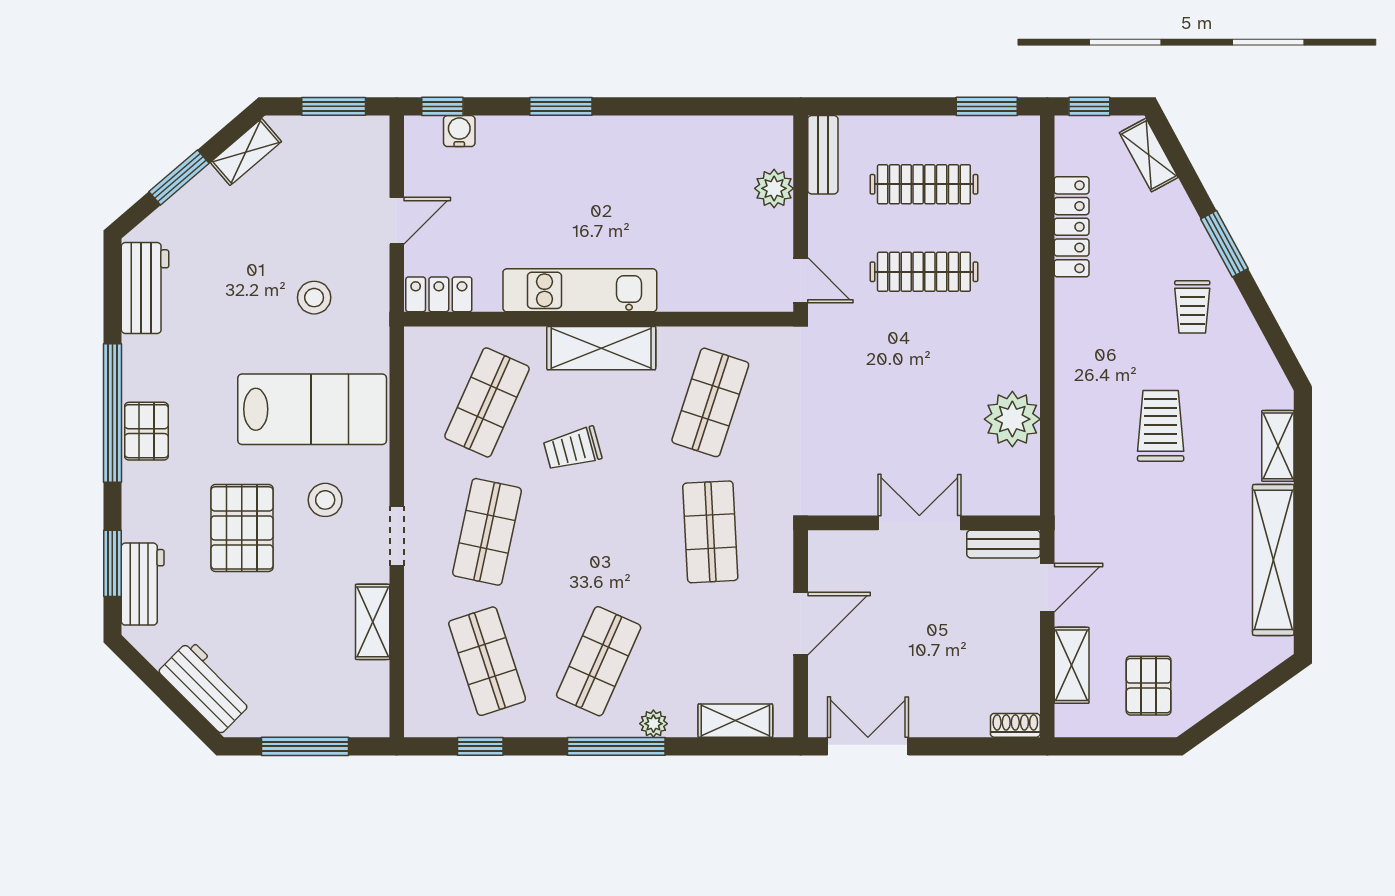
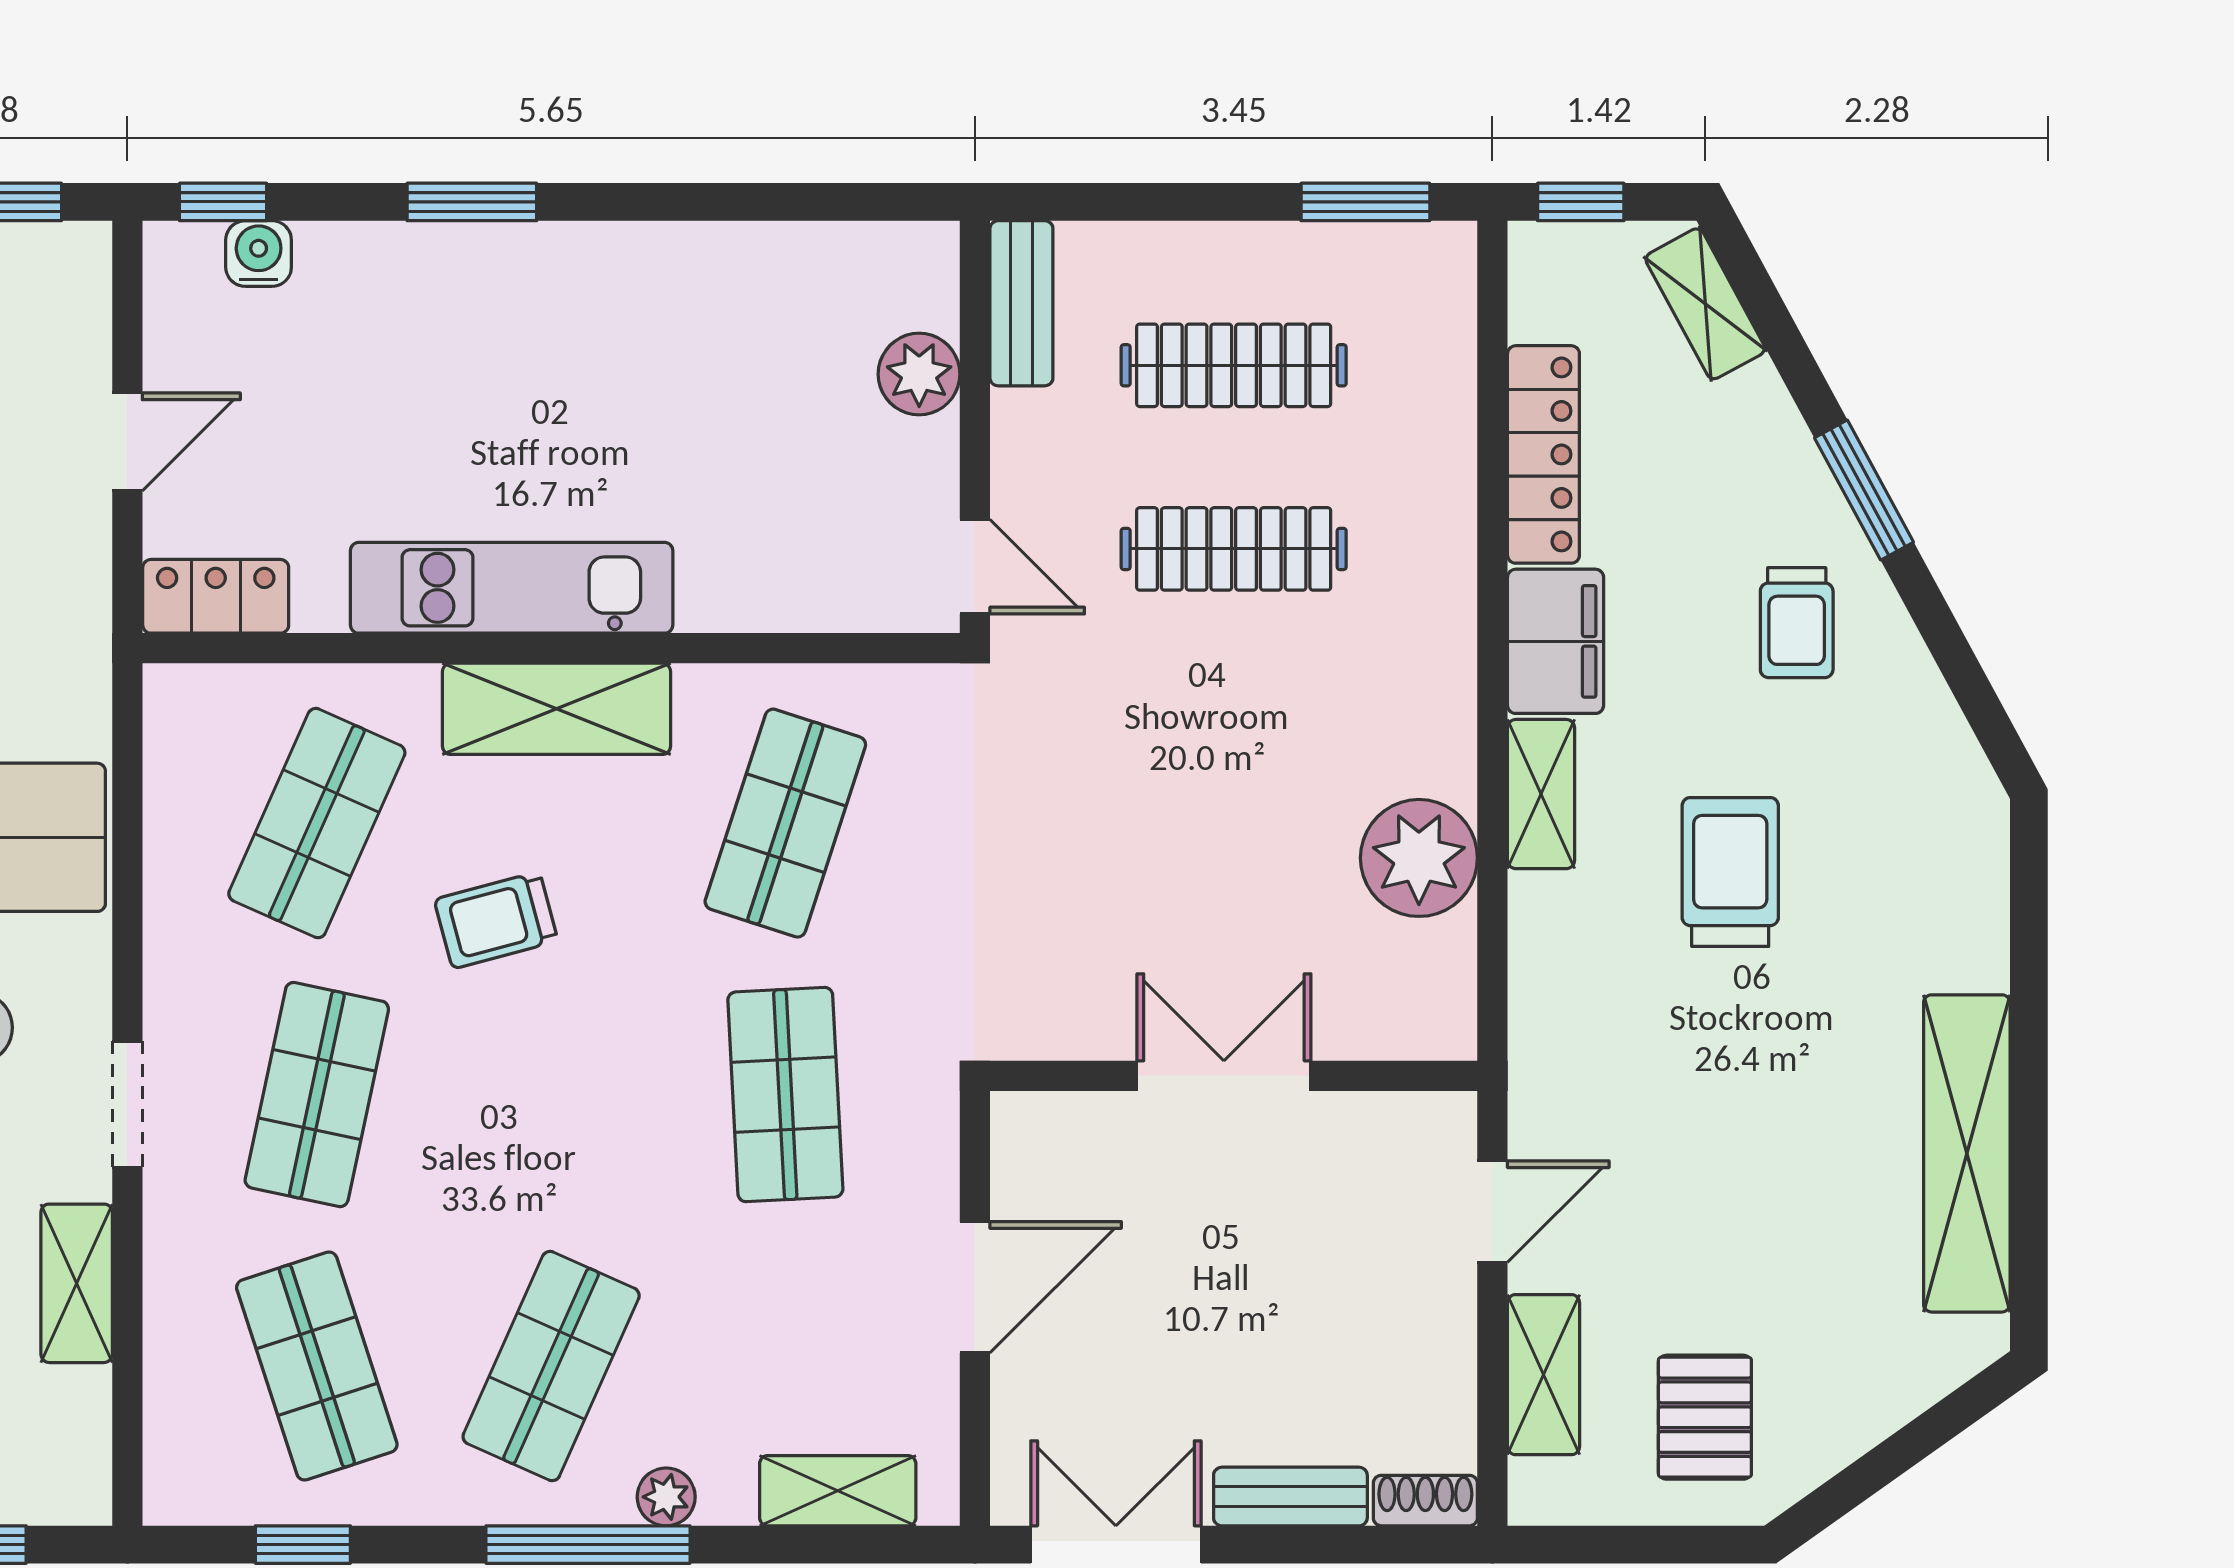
filing cabinet: (1077, 316) -> (1556, 641), added
shelving: (1278, 446) -> (1541, 794), moved
bench: (1004, 544) -> (1290, 1497), moved

